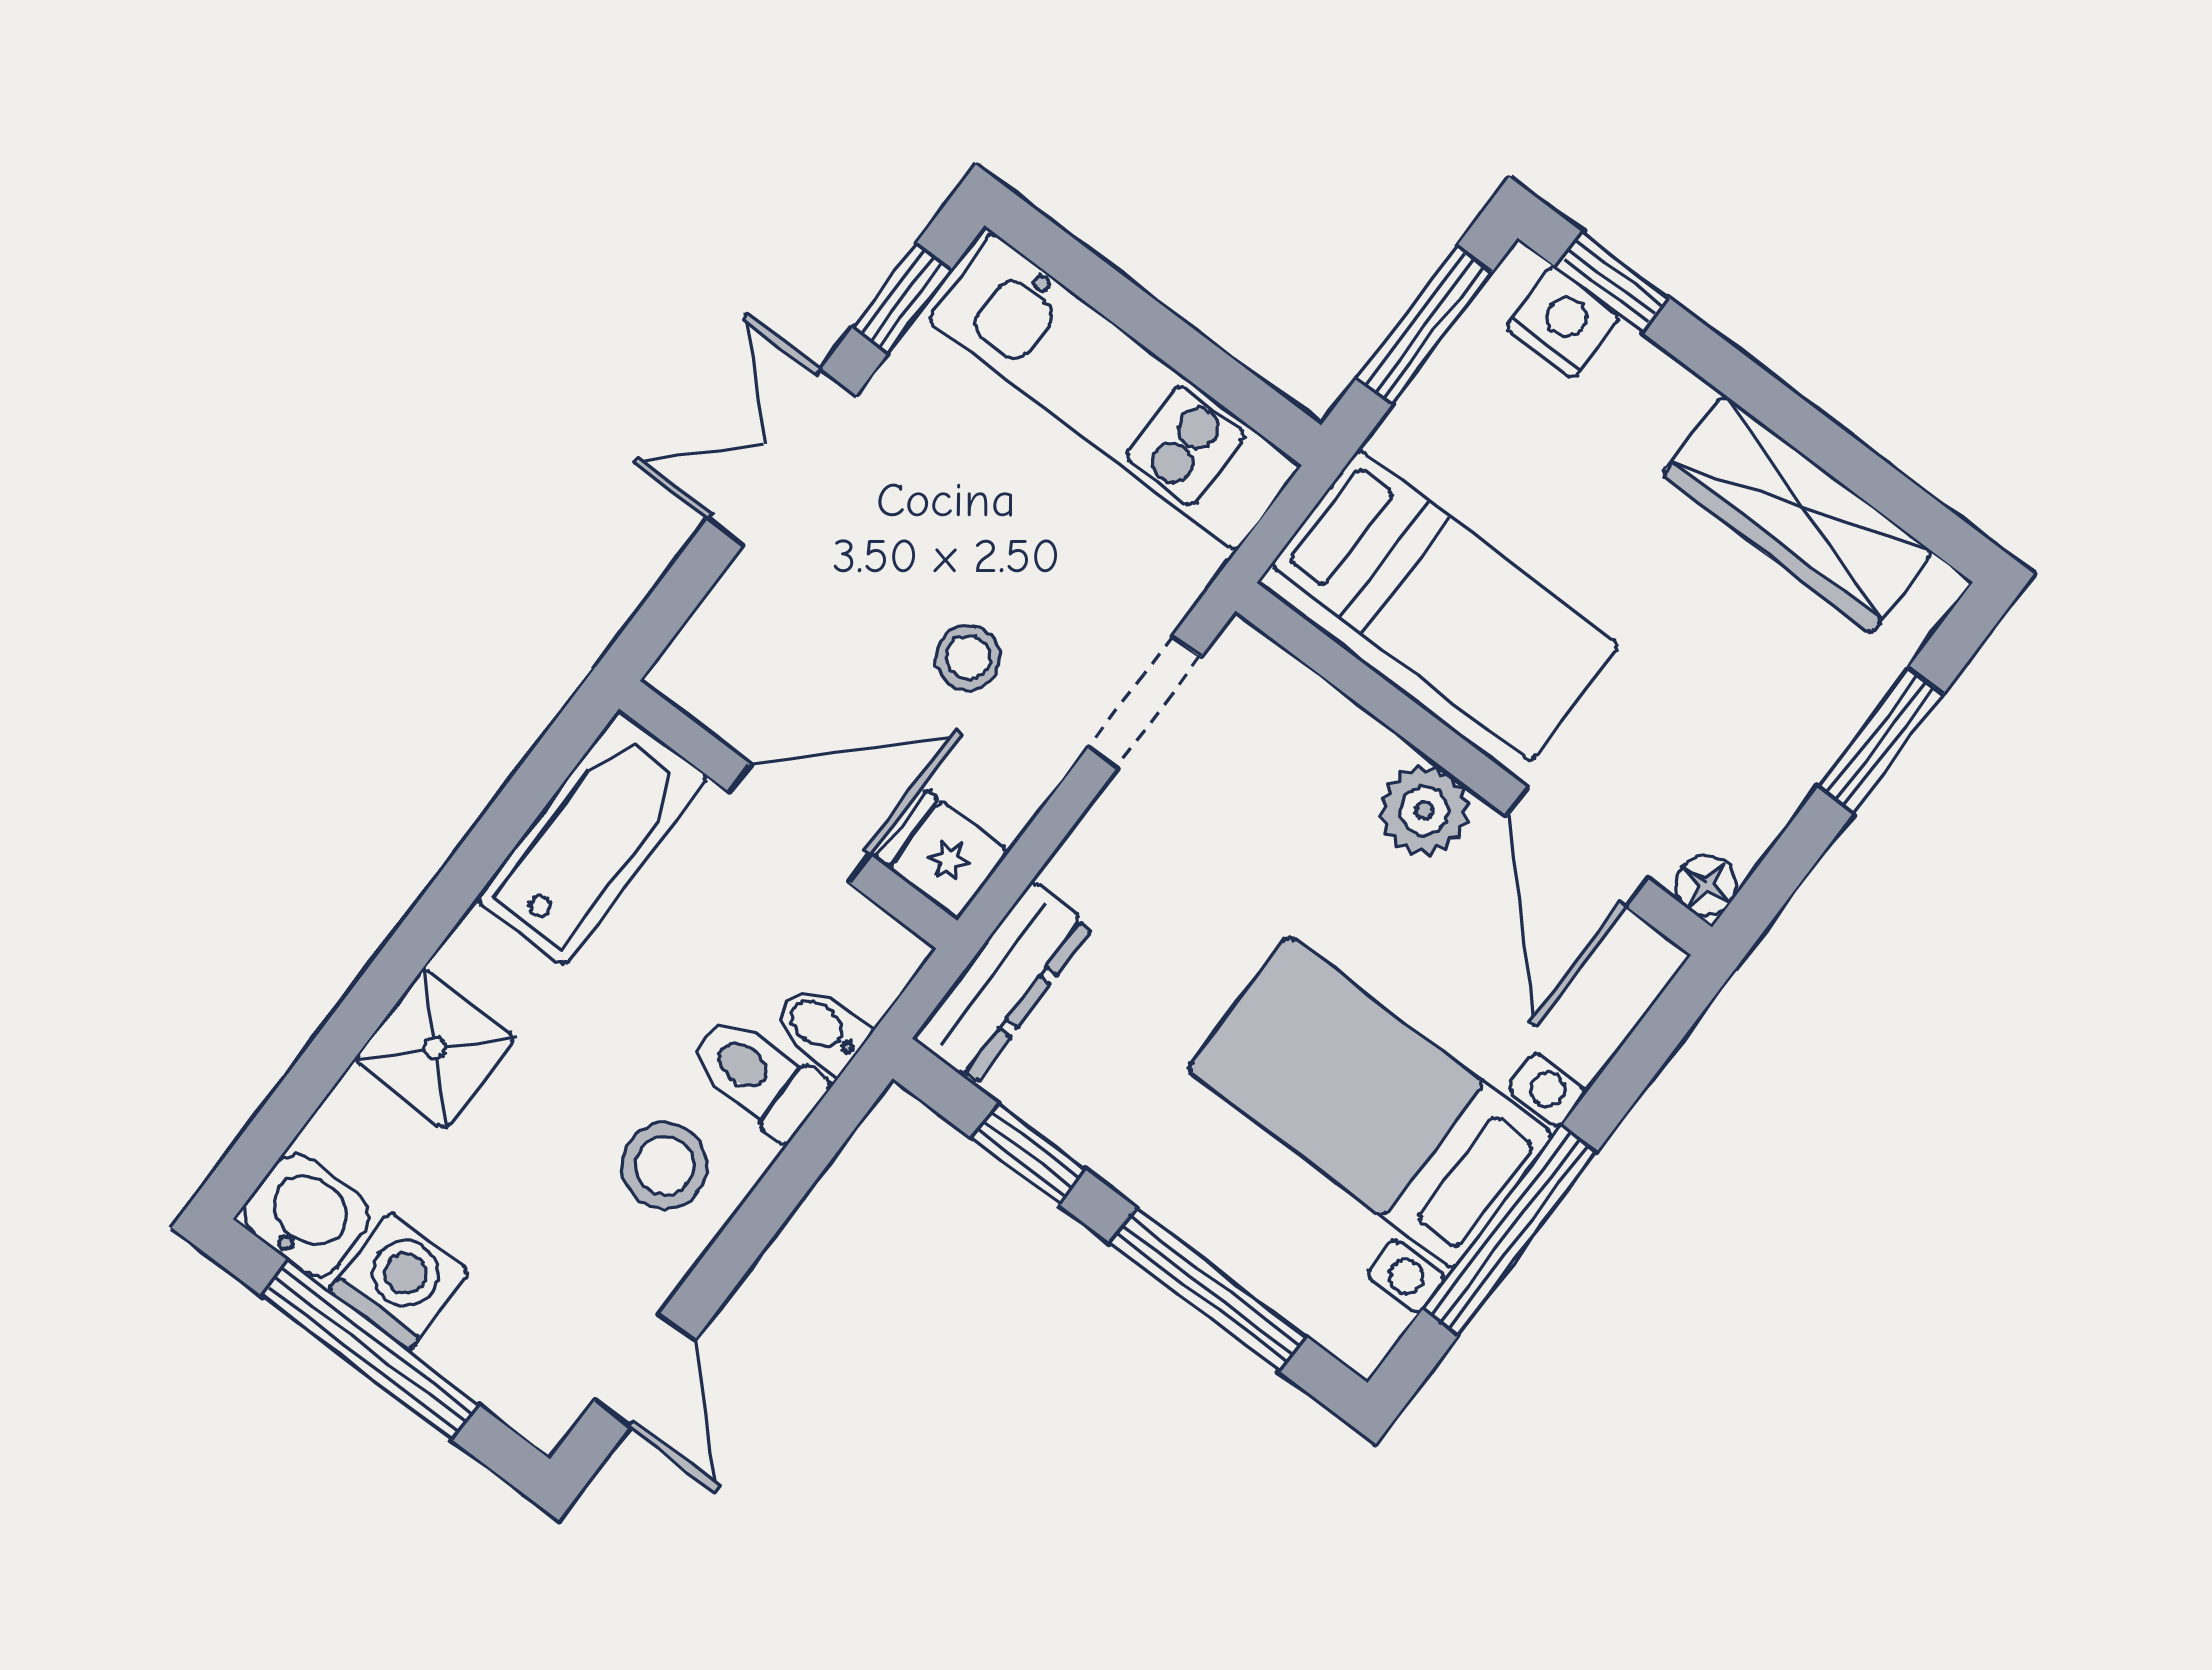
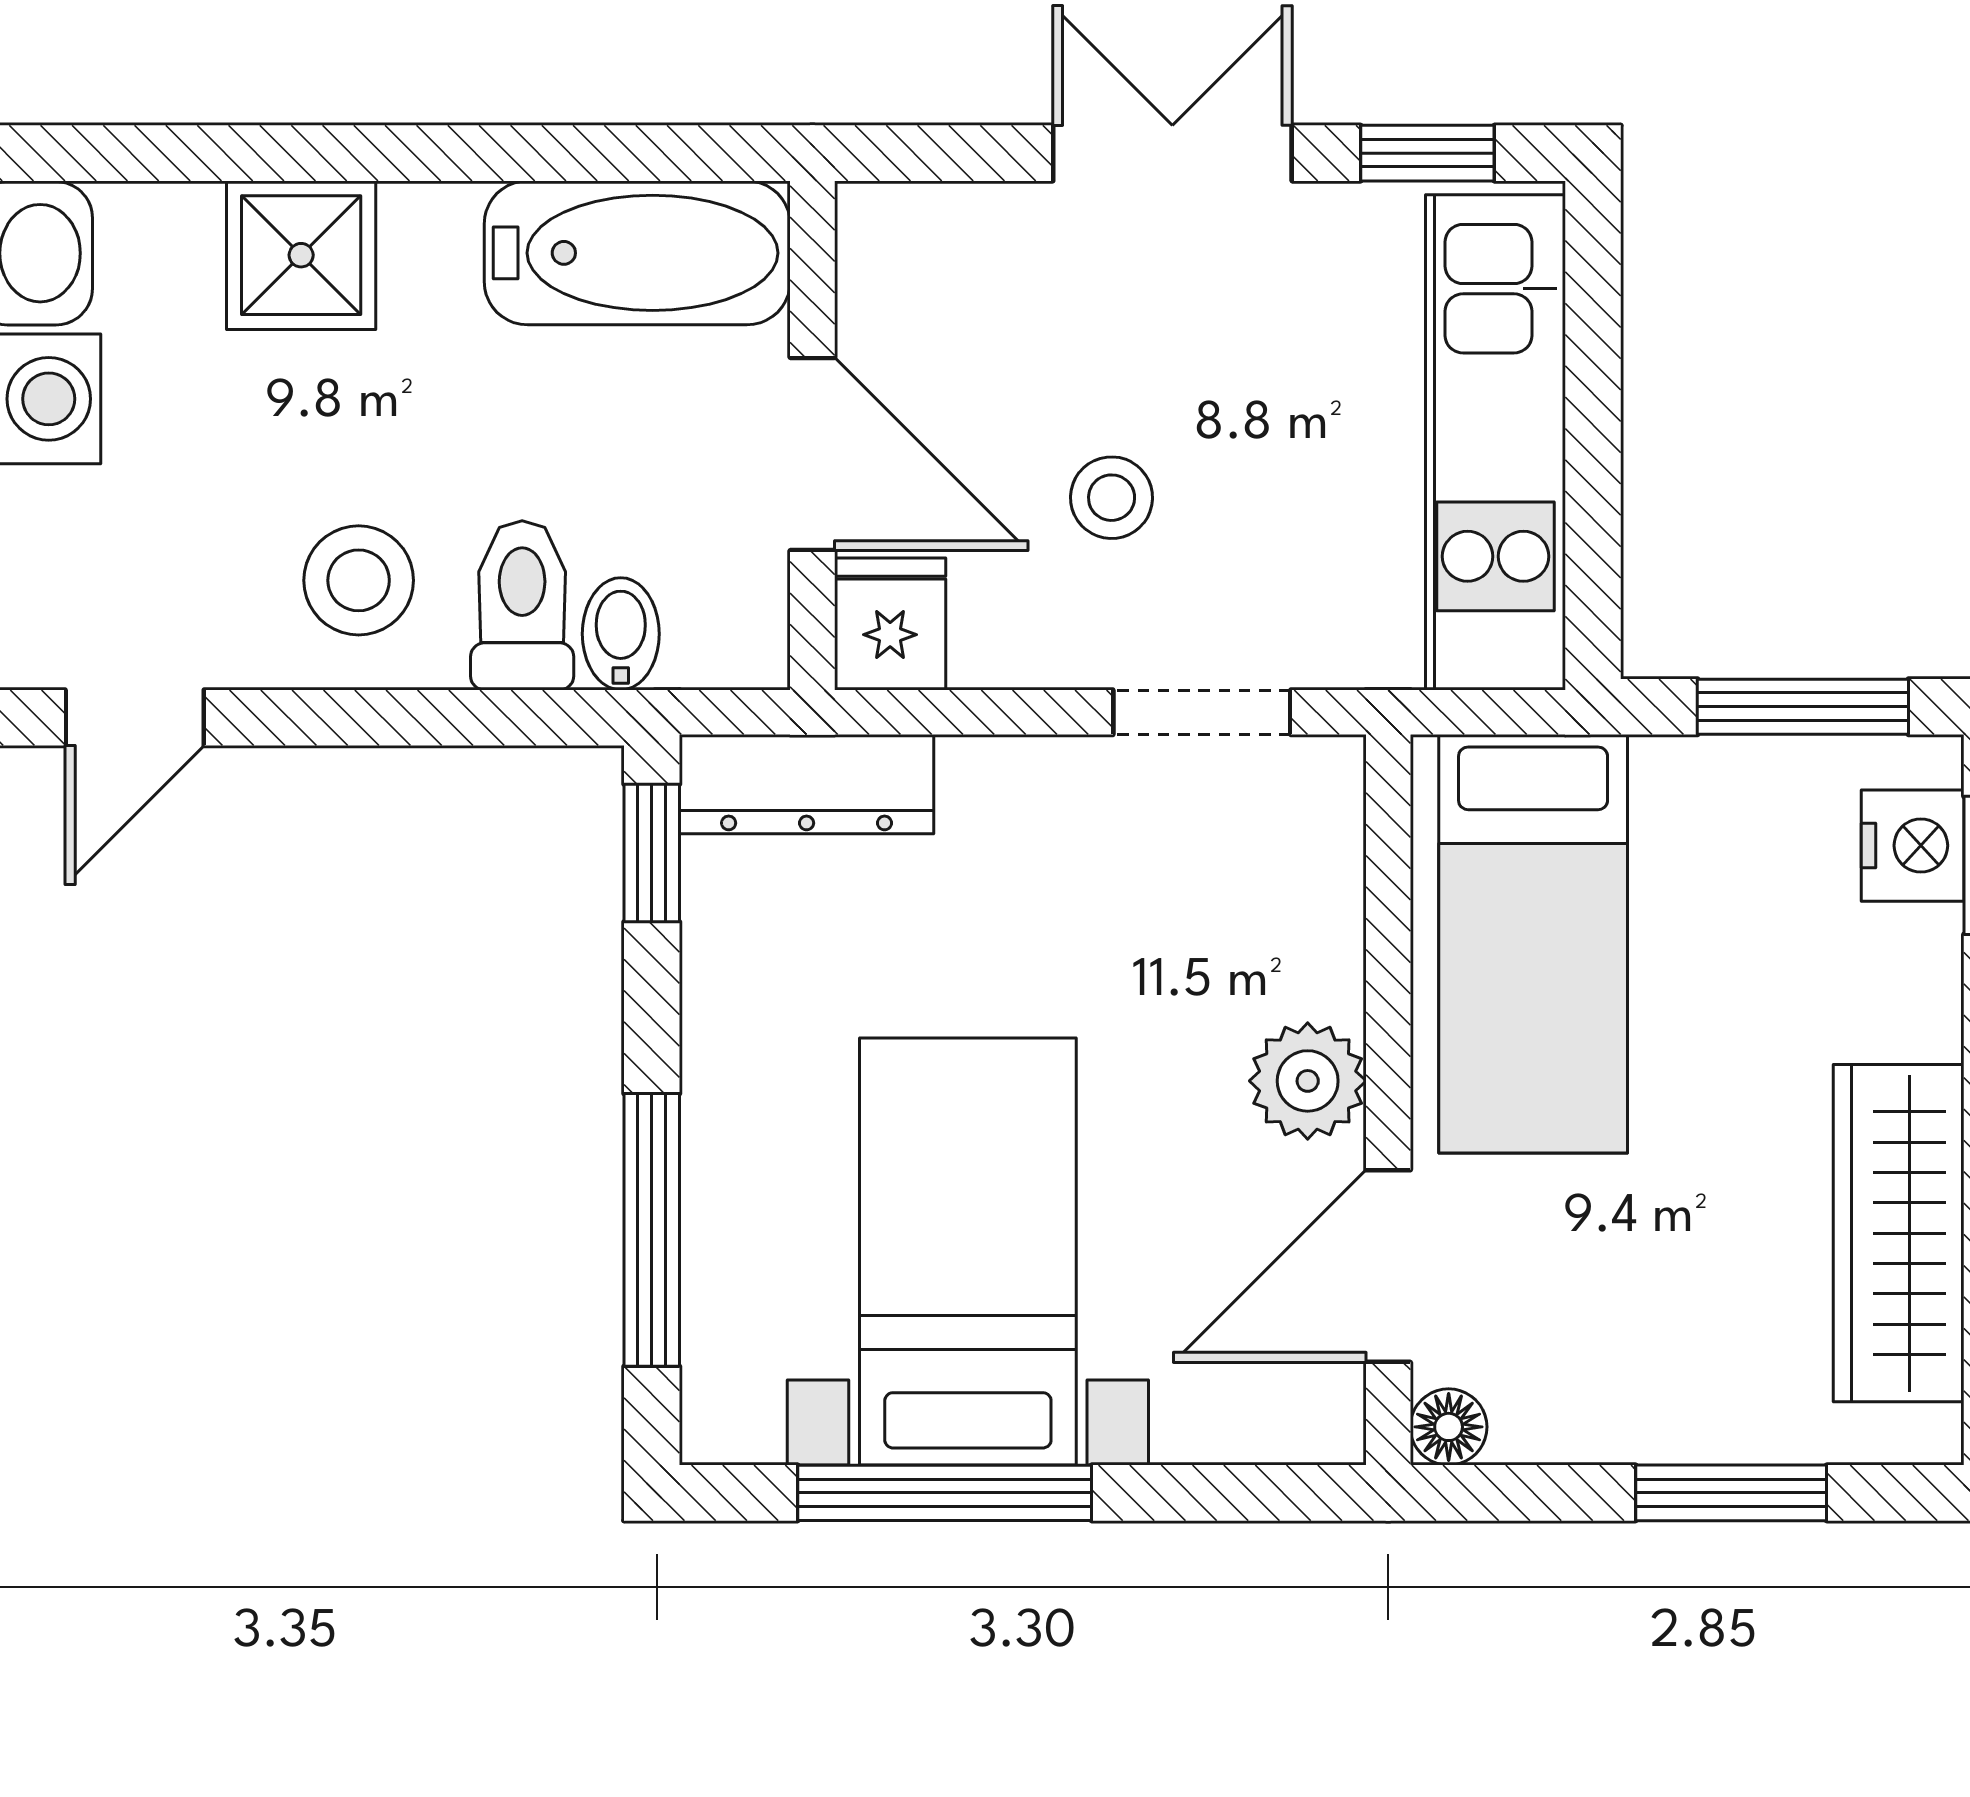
window: (1029, 1154) -> (652, 853), moved

